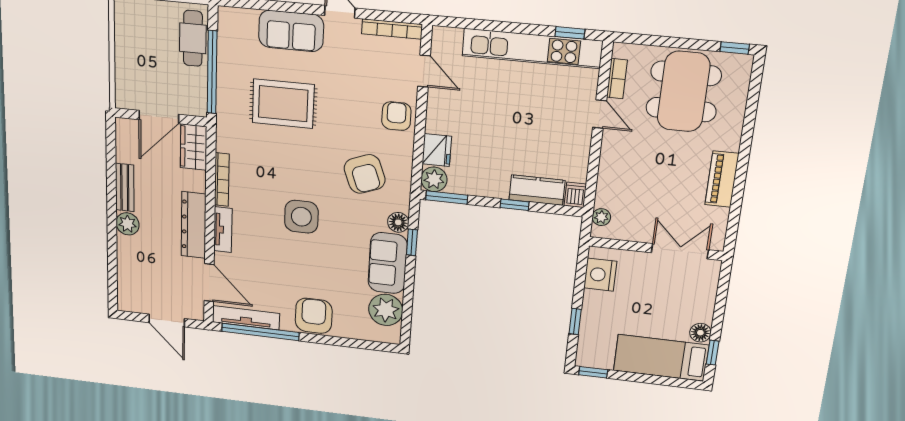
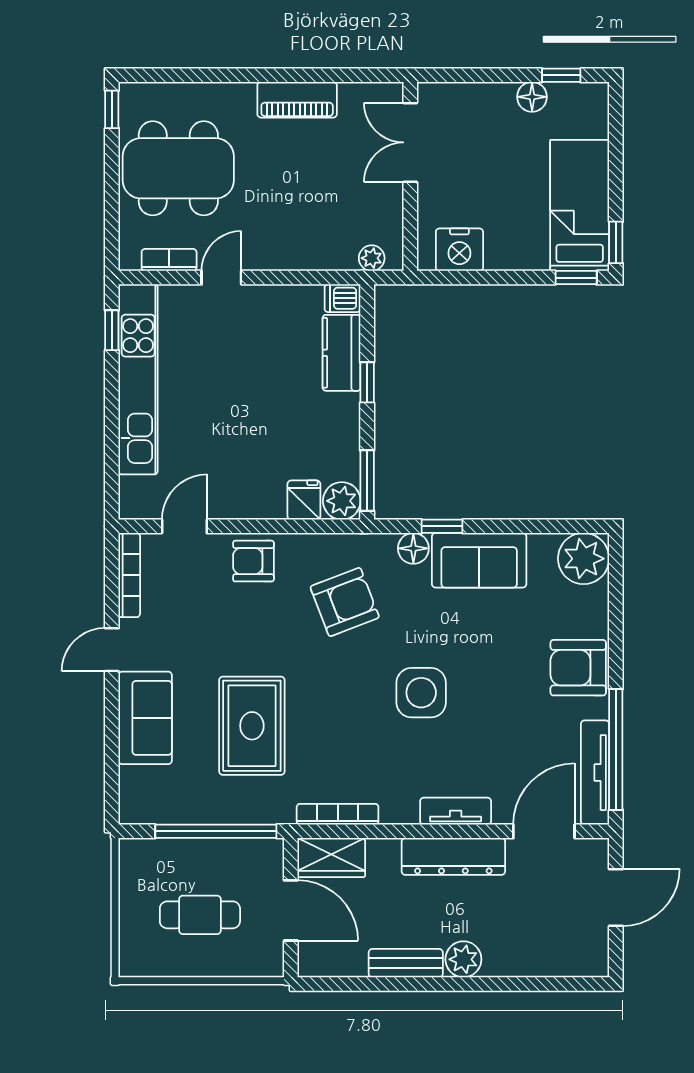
cafe table: (193, 38) -> (200, 915), moved
fridge: (437, 150) -> (304, 500), width x0.72
bookcase: (222, 179) -> (338, 814), moved
plant: (386, 310) -> (584, 559), moved
window: (575, 322) -> (576, 278), moved
bed: (661, 358) -> (580, 205), moved, turned 180

